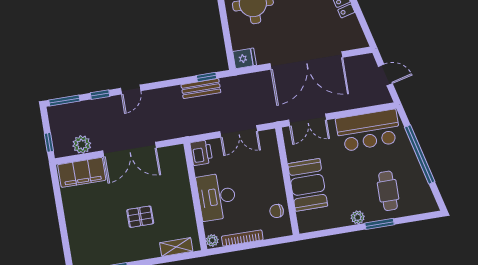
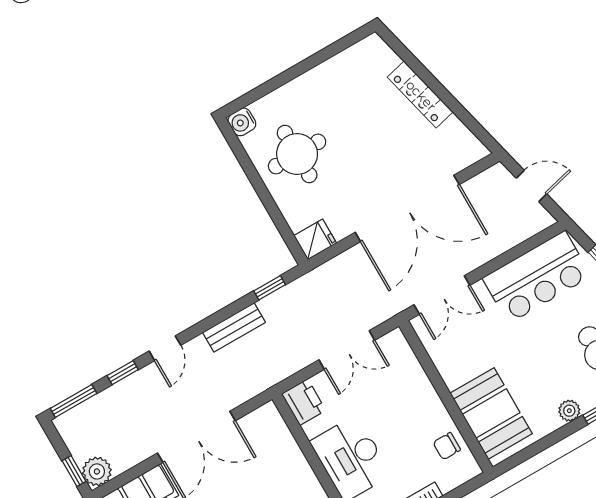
bench: (201, 89) -> (234, 327), moved
plant: (82, 145) -> (97, 471), moved
booth: (308, 185) -> (491, 413), moved

